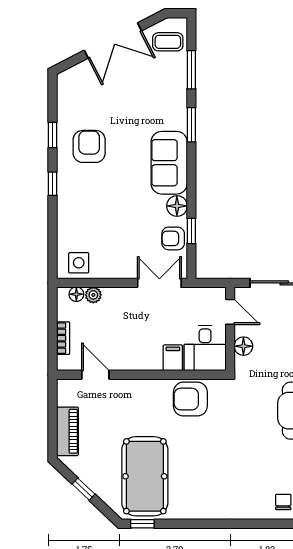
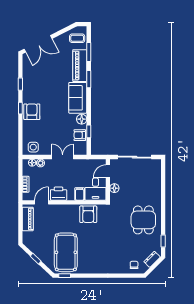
double door: (113, 41) -> (38, 44), moved
piano: (173, 97) -> (80, 66), added
armchair: (89, 146) -> (32, 112), moved
double door: (159, 283) -> (63, 157), moved
door: (230, 312) -> (108, 171), swing flipped
printer: (130, 357) -> (59, 194), added
door: (95, 375) -> (41, 202), hinge flipped
armchair: (190, 399) -> (88, 214), turned -90
piano: (67, 431) -> (28, 219), moved

